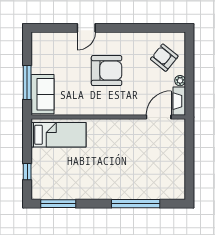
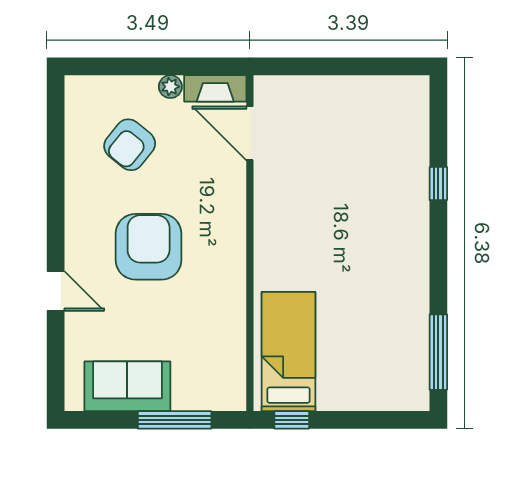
armchair: (164, 58) -> (130, 145), moved
sofa: (43, 94) -> (127, 386), moved
window: (27, 172) -> (292, 420), moved
window: (136, 204) -> (438, 184), width x0.32

